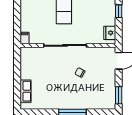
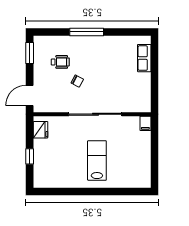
wheelchair: (94, 88) -> (60, 62), added

